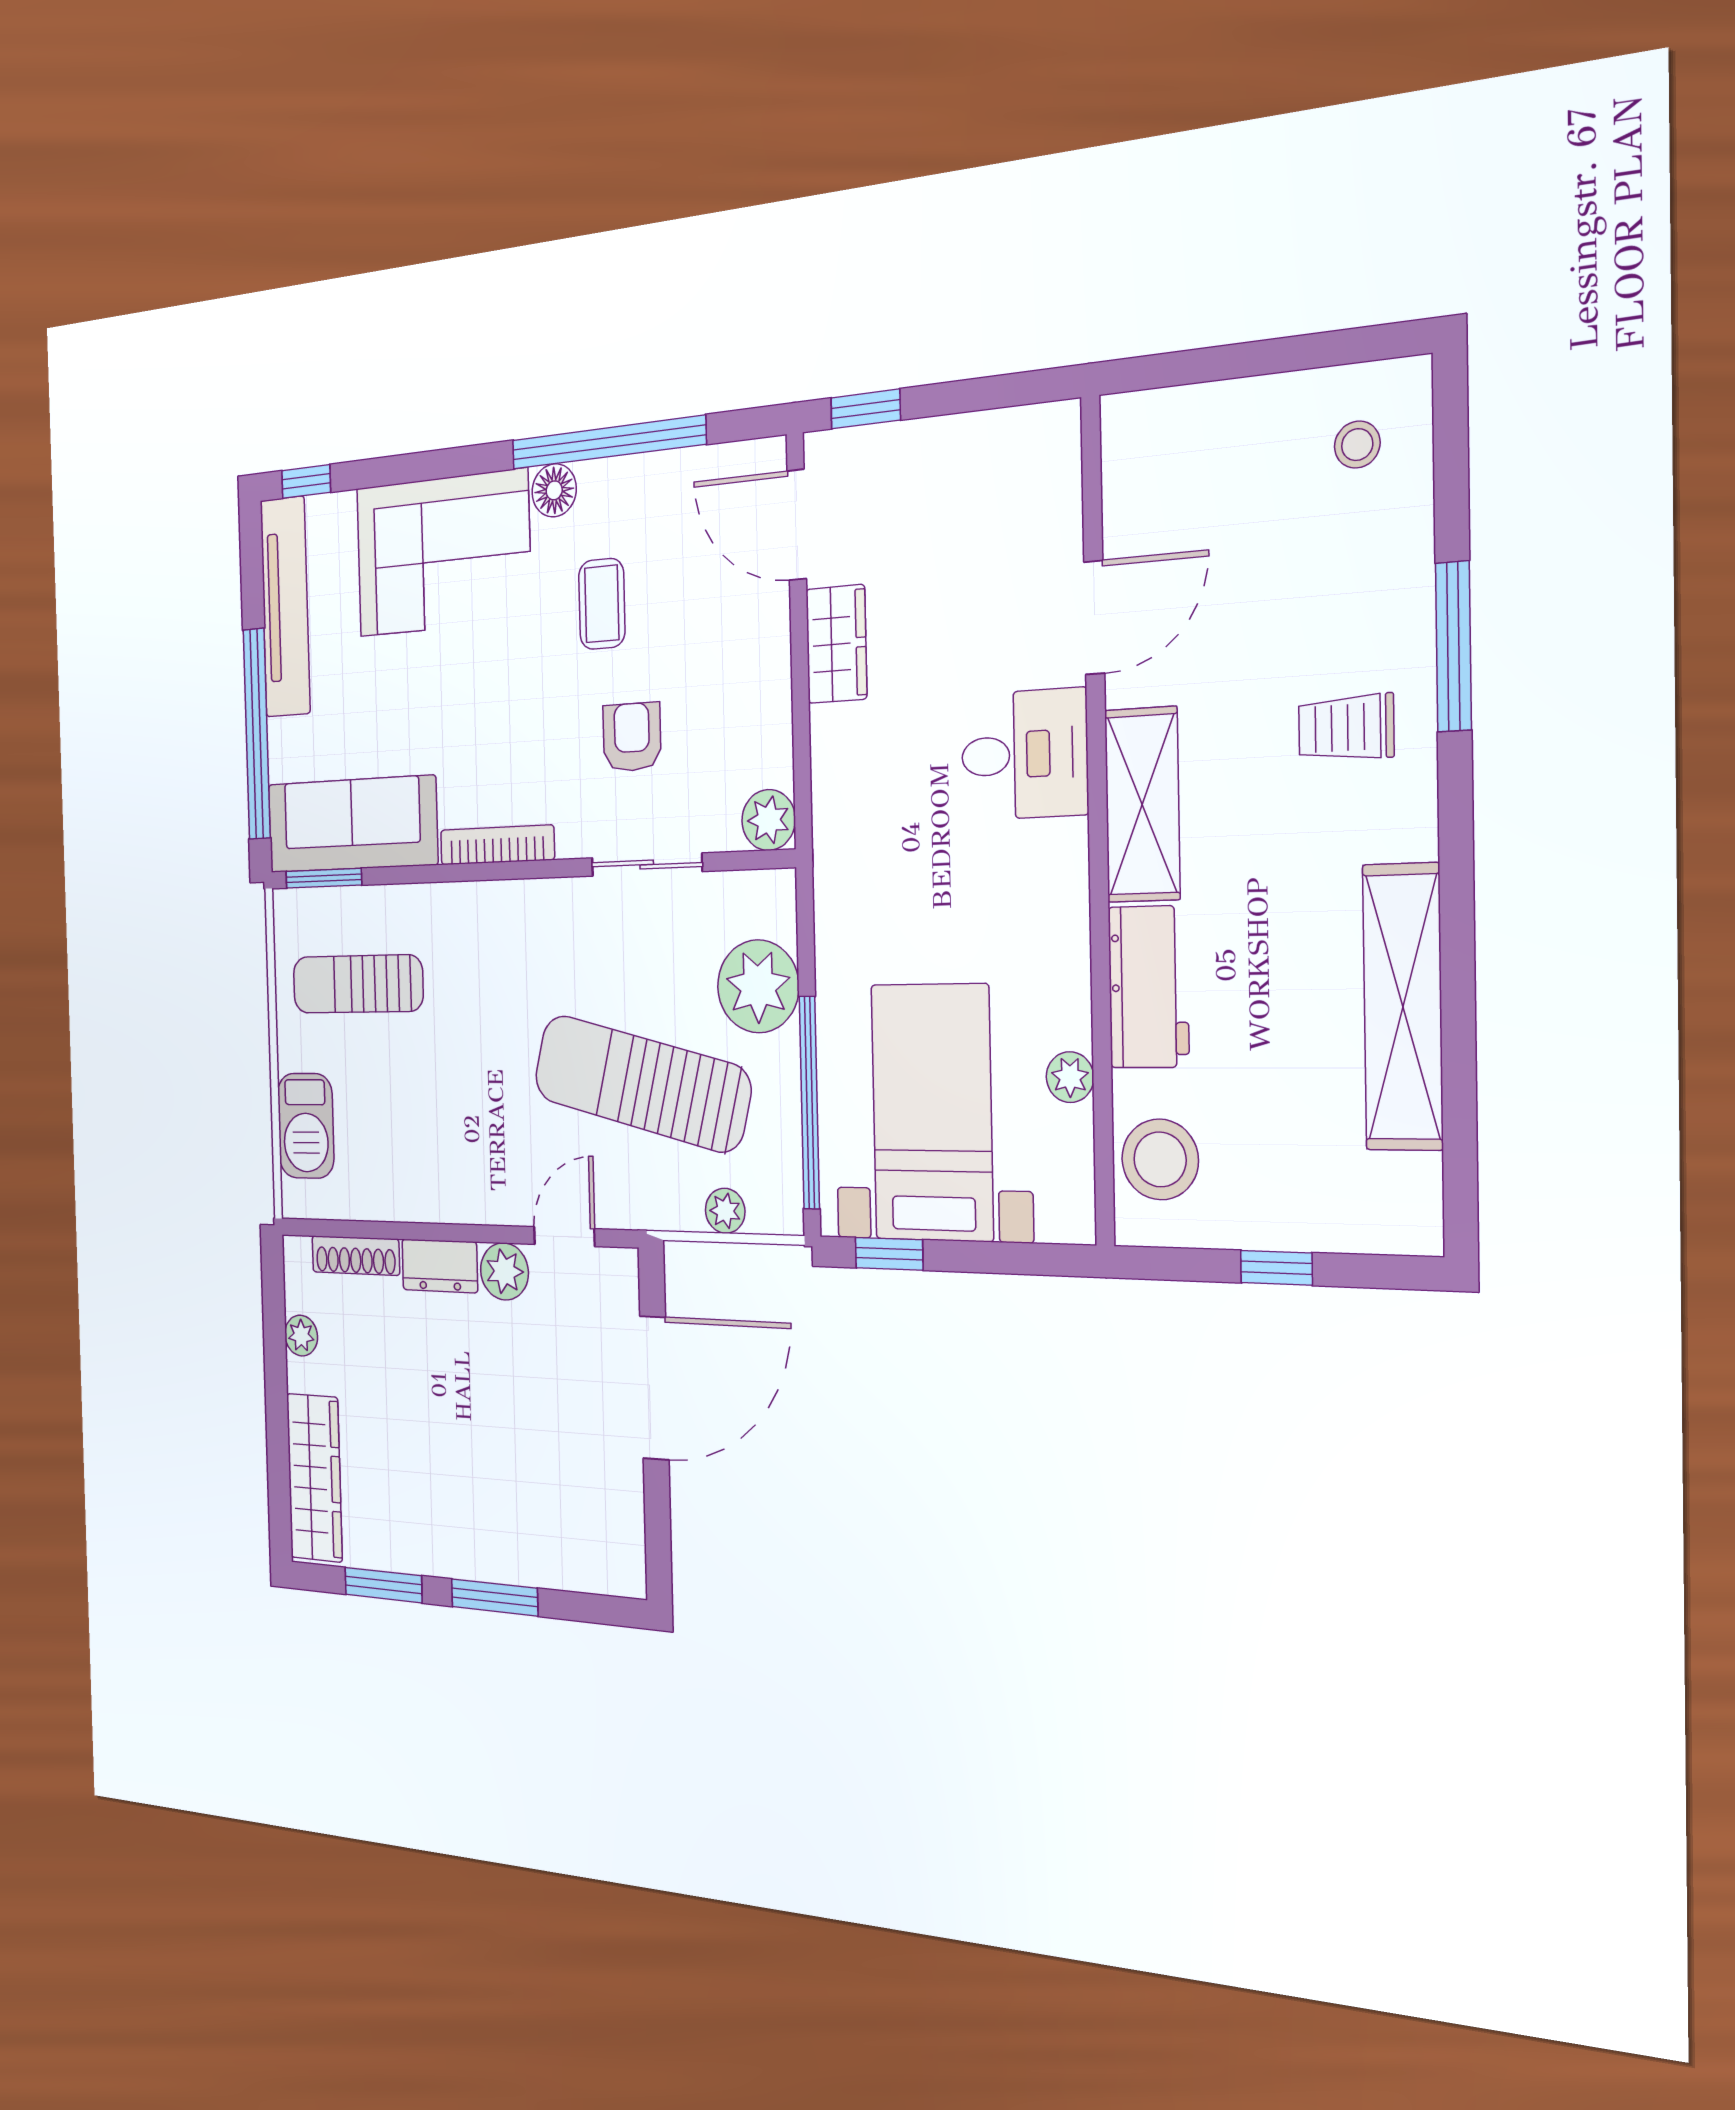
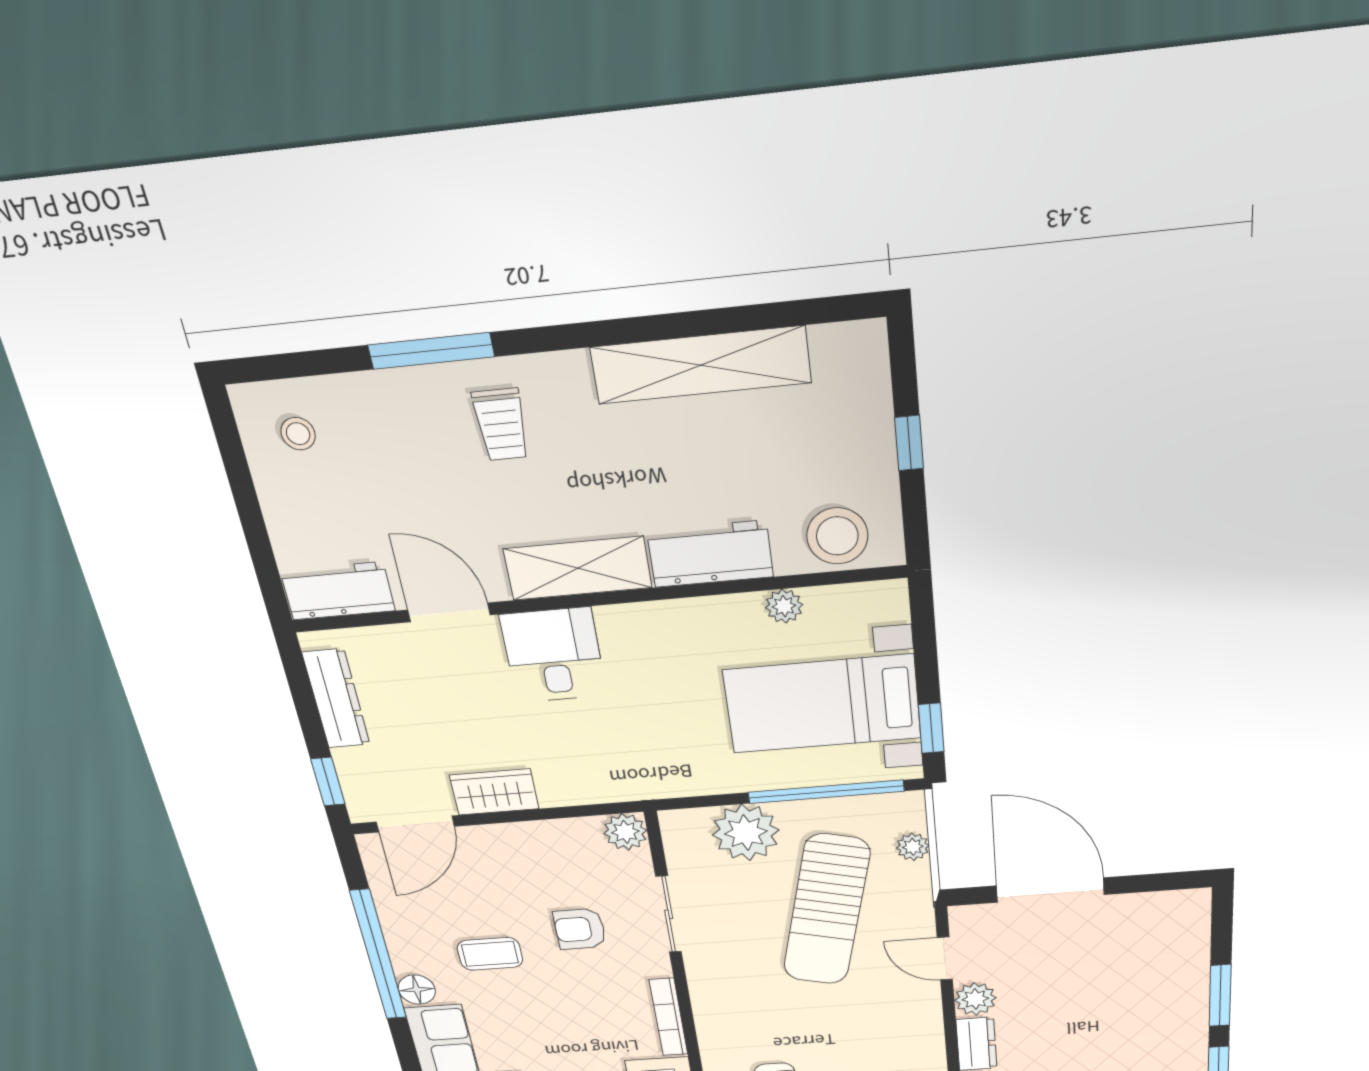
dresser: (984, 440) -> (336, 699), added
workbench: (1136, 466) -> (338, 591), added

